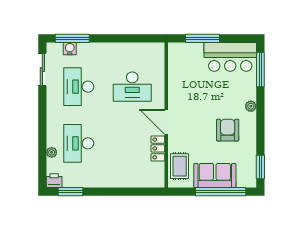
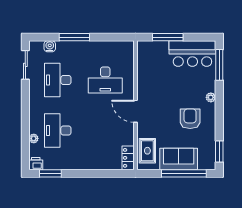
window: (72, 38) -> (74, 37), moved
locker: (158, 148) -> (128, 158), moved

